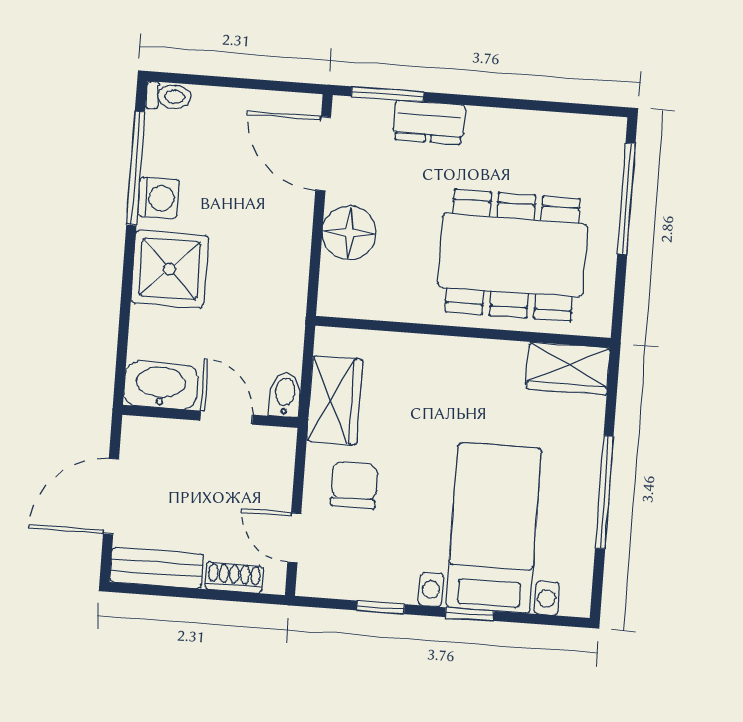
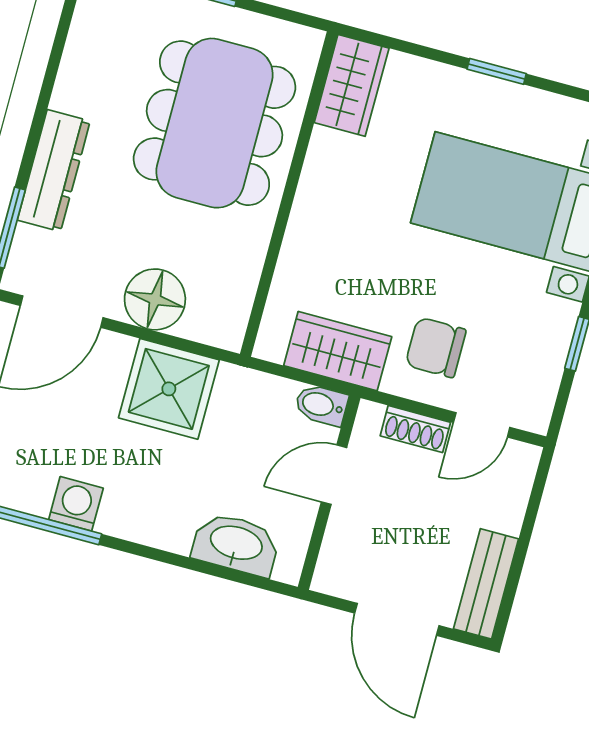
dresser: (429, 122) -> (54, 171), width x1.44
shower: (170, 269) -> (169, 389), moved
washbasin: (161, 385) -> (236, 544), moved, turned 90
window: (604, 492) -> (497, 71), width x0.46
shoe rack: (234, 577) -> (415, 429), moved, turned -90

